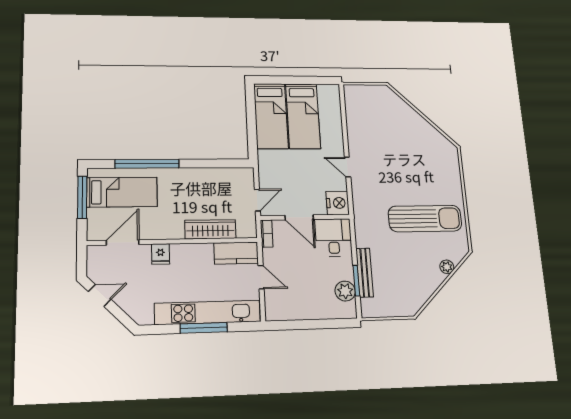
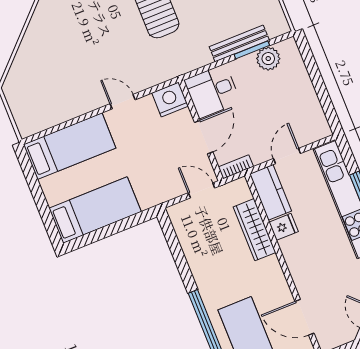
bed: (303, 116) -> (70, 146), moved
door: (348, 167) -> (123, 102), swing flipped
fridge: (161, 254) -> (284, 227), moved

